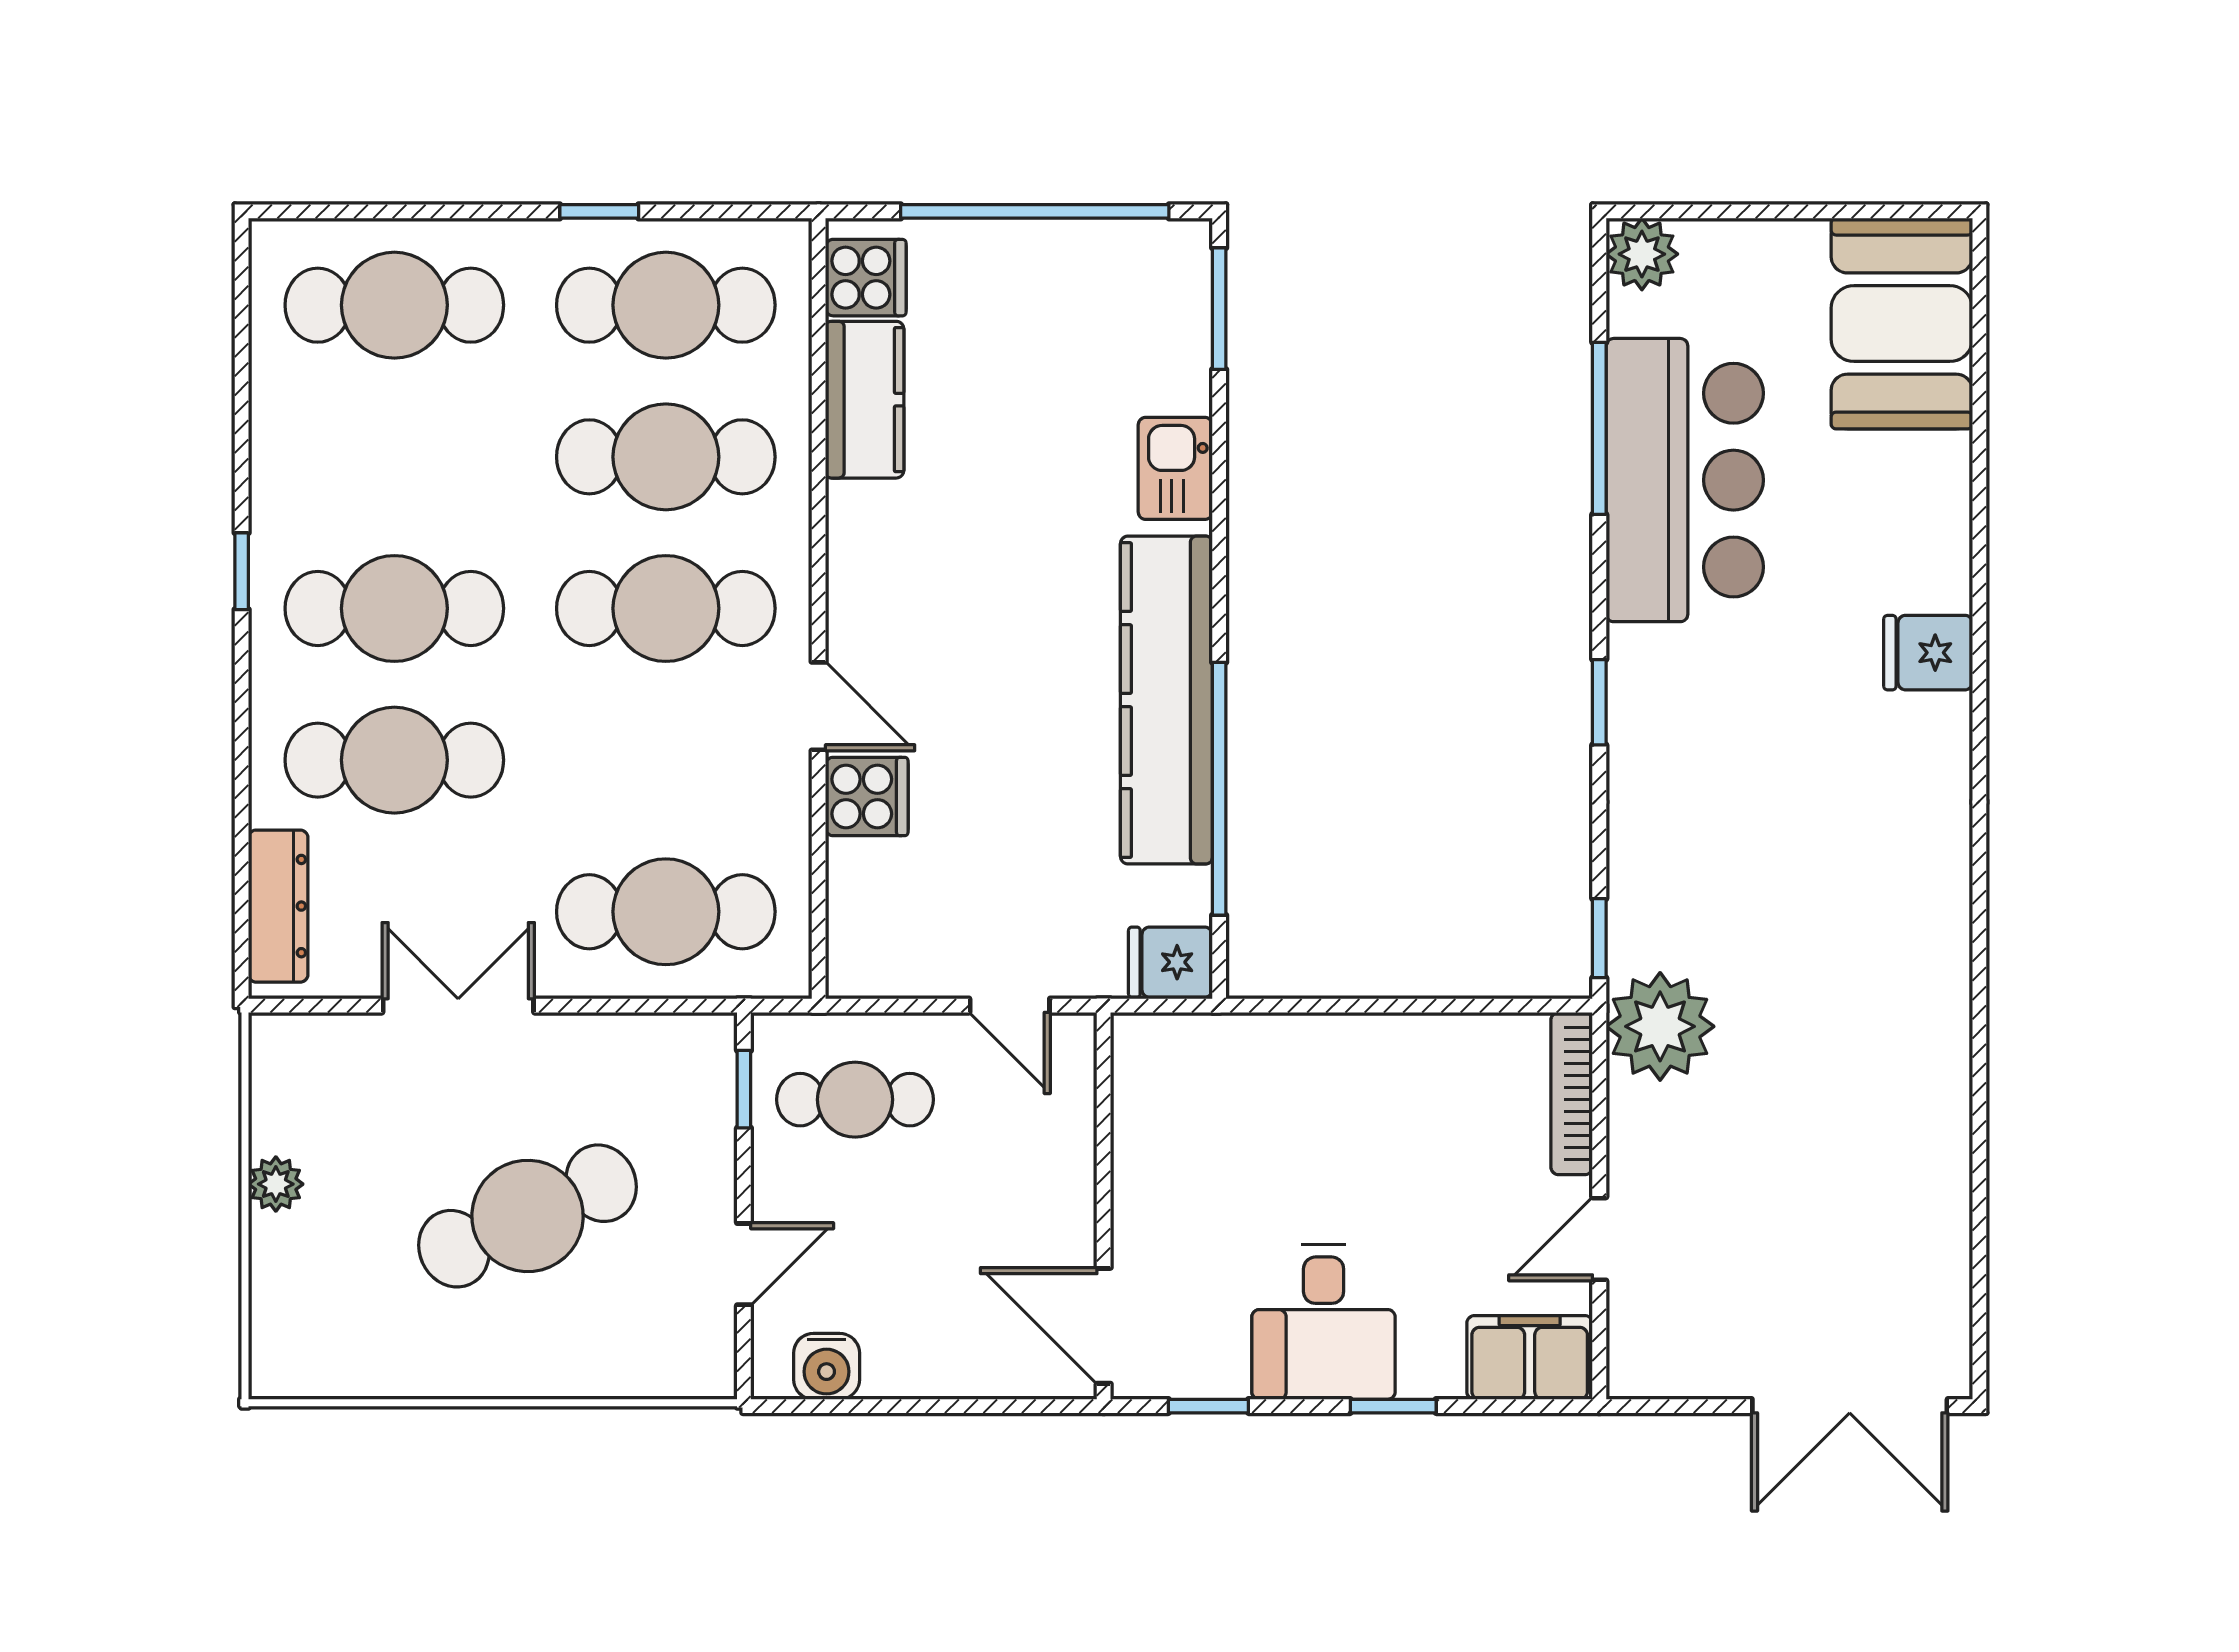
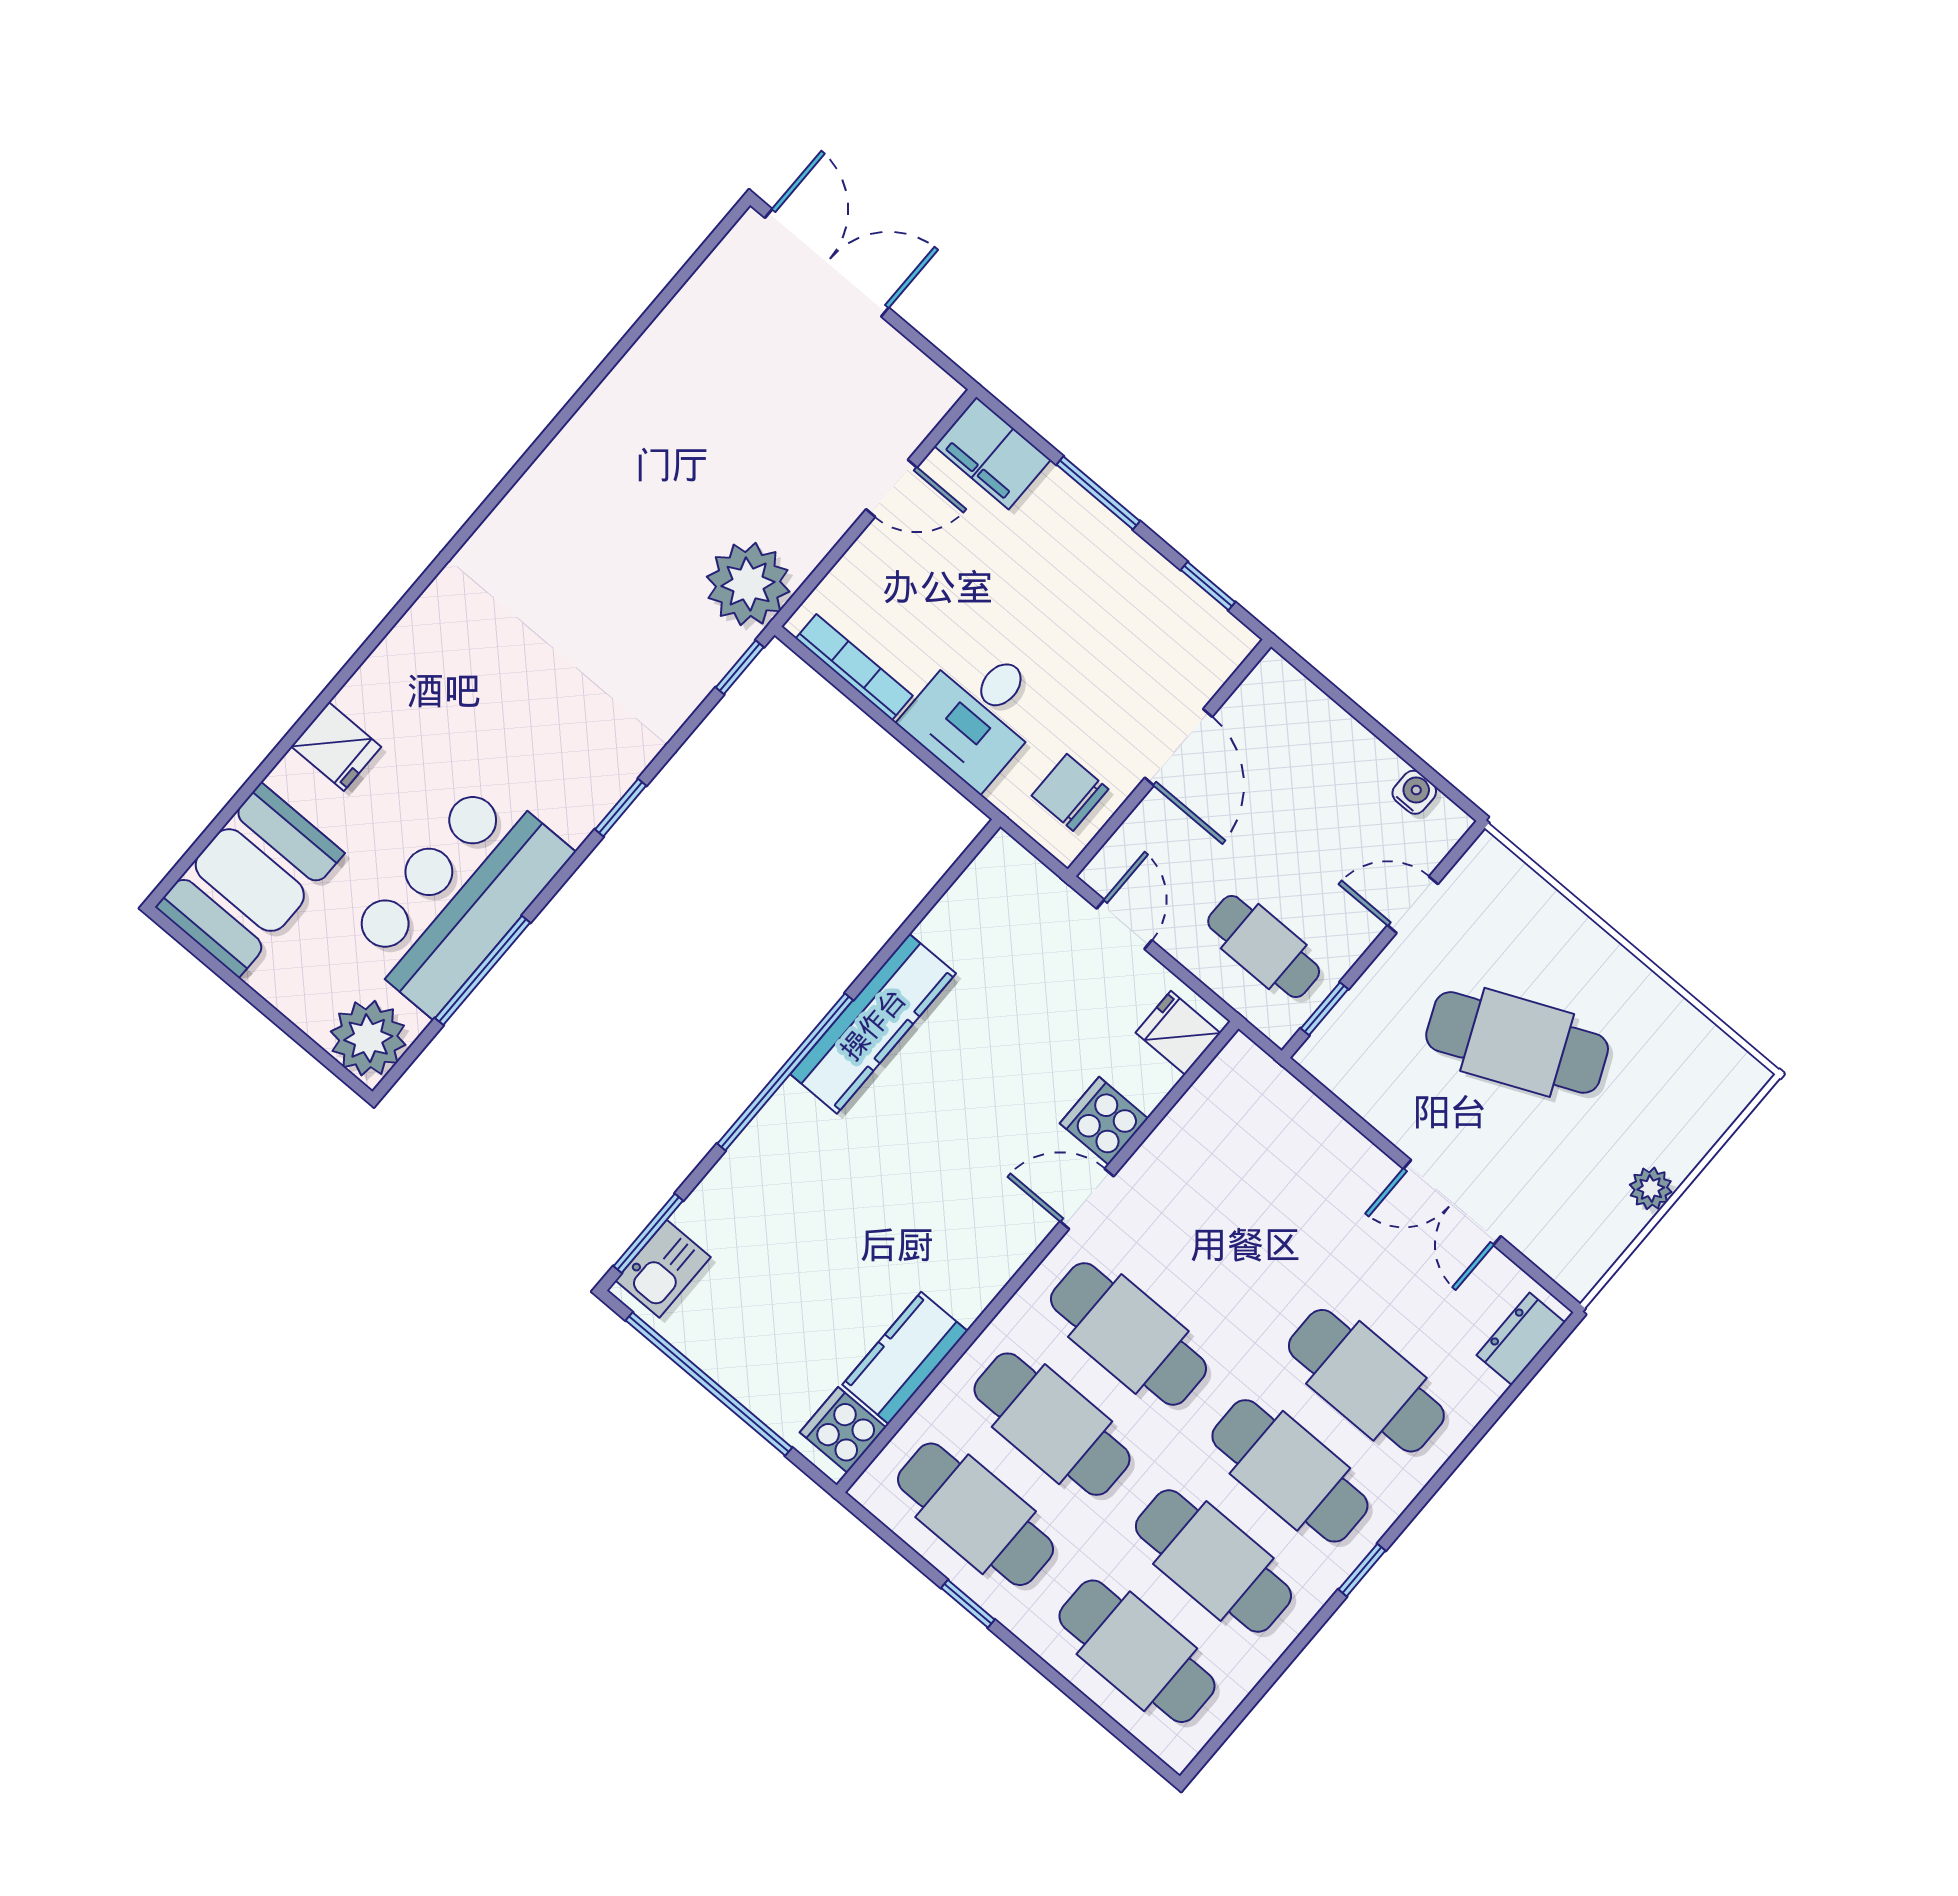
plant: (1642, 254) -> (368, 1038), width x1.36, depth x1.36
kitchen sink: (1175, 468) -> (663, 1269), moved
fridge: (1928, 653) -> (336, 747), moved
kitchen counter: (1166, 700) -> (873, 1024), width x0.72, depth x0.86
door: (819, 706) -> (1087, 1199), hinge flipped
window: (1219, 789) -> (785, 1072), moved
dresser: (278, 906) -> (1521, 1339), width x0.70
cafe table: (666, 912) -> (1213, 1561), moved
fridge: (1170, 962) -> (1178, 1033), moved, turned 180
chair: (1172, 1090) -> (1070, 792), added
bookcase: (1572, 1093) -> (854, 667), moved, turned -90
desk: (1324, 1322) -> (977, 713), moved, turned 180
door: (1104, 1326) -> (1178, 747), moved
water cooler: (827, 1366) -> (1414, 792), width x0.72, depth x0.72
window: (1393, 1406) -> (1098, 493), width x1.50

